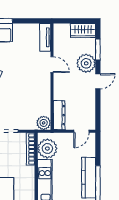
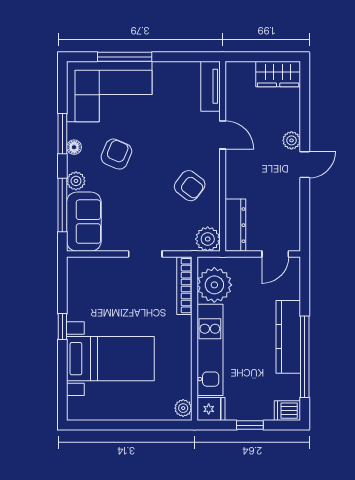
window: (98, 50) -> (305, 108), removed
plant: (86, 63) -> (291, 140), width x0.53, depth x0.53
armchair: (34, 93) -> (190, 186), added

